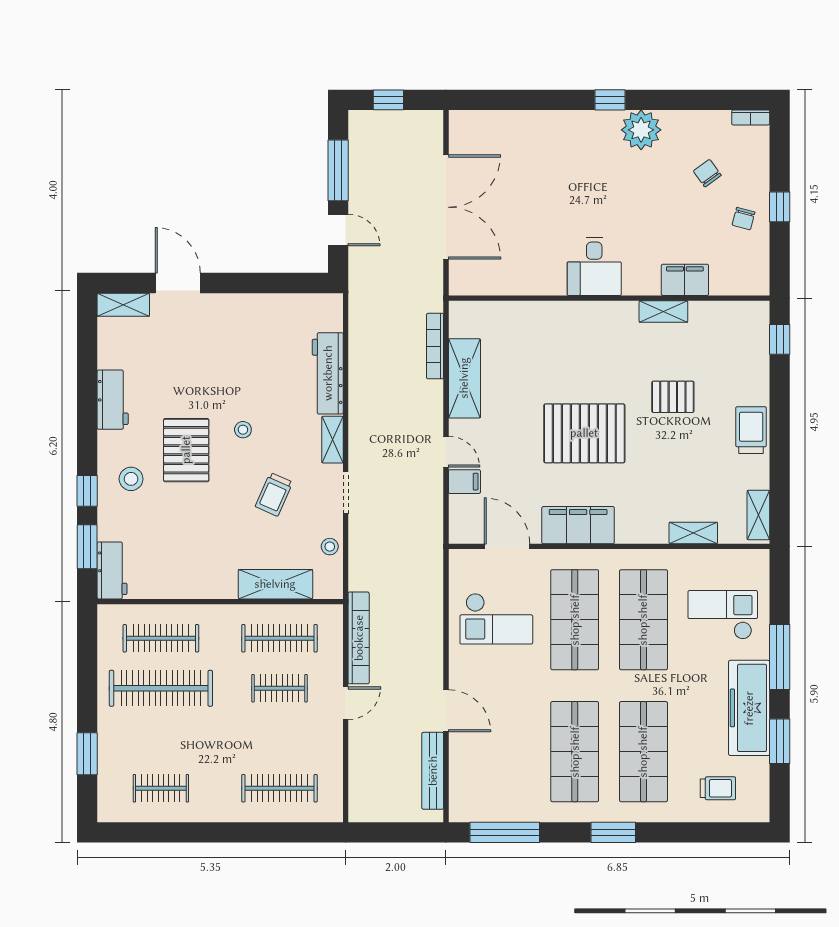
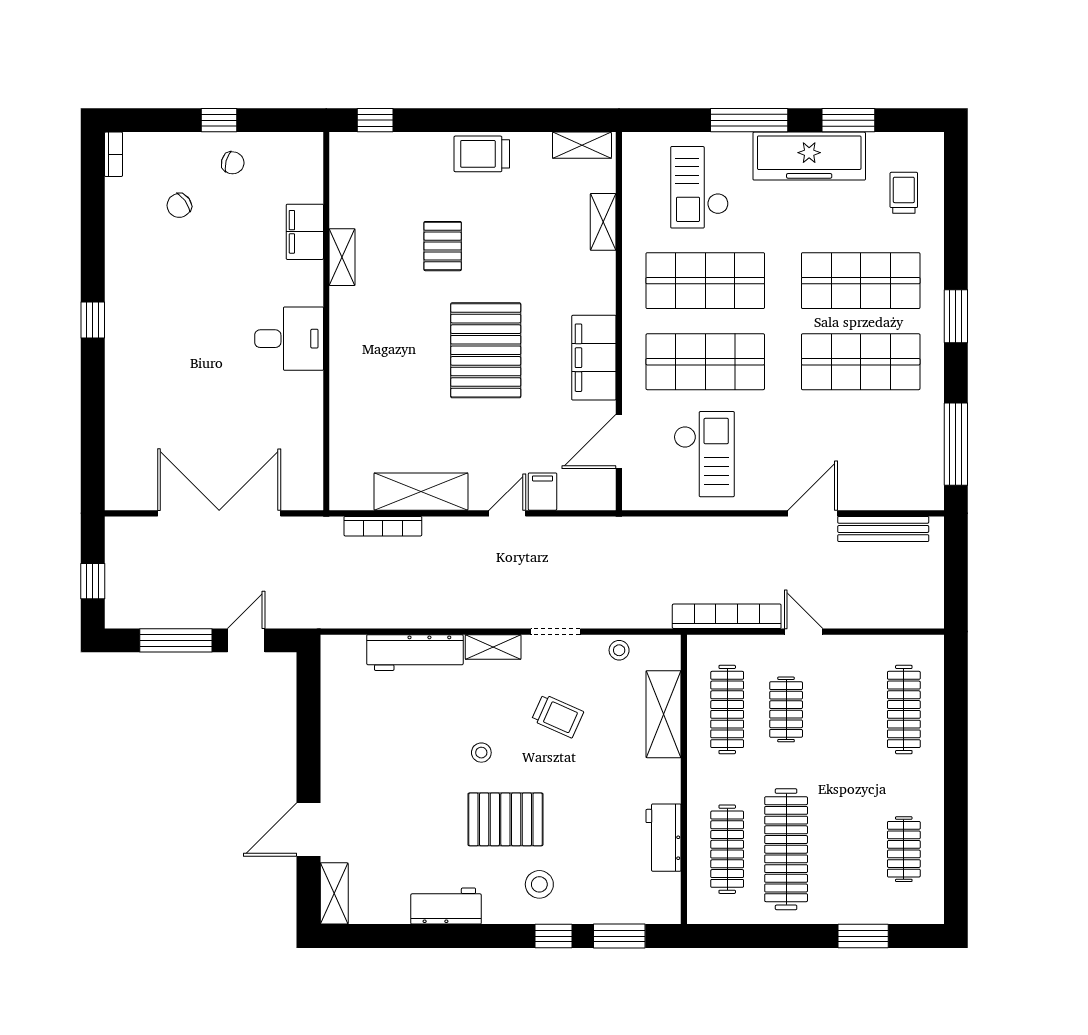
plant: (641, 130) -> (128, 284), removed
workbench: (112, 570) -> (664, 838), moved, turned -90

